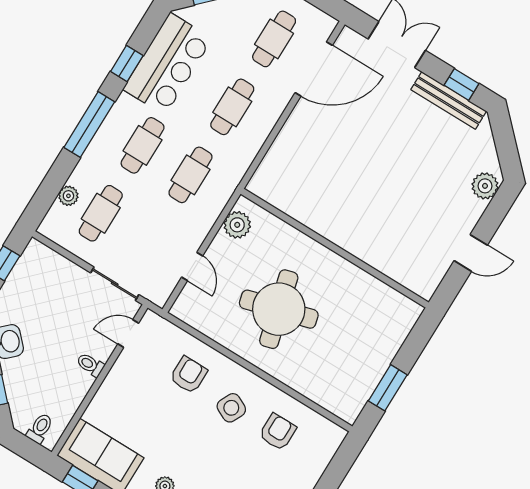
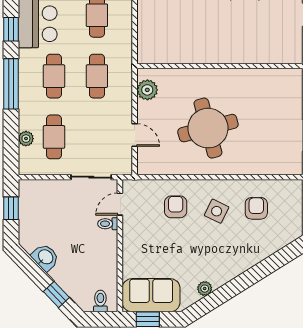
toilet: (90, 365) -> (108, 224), moved

